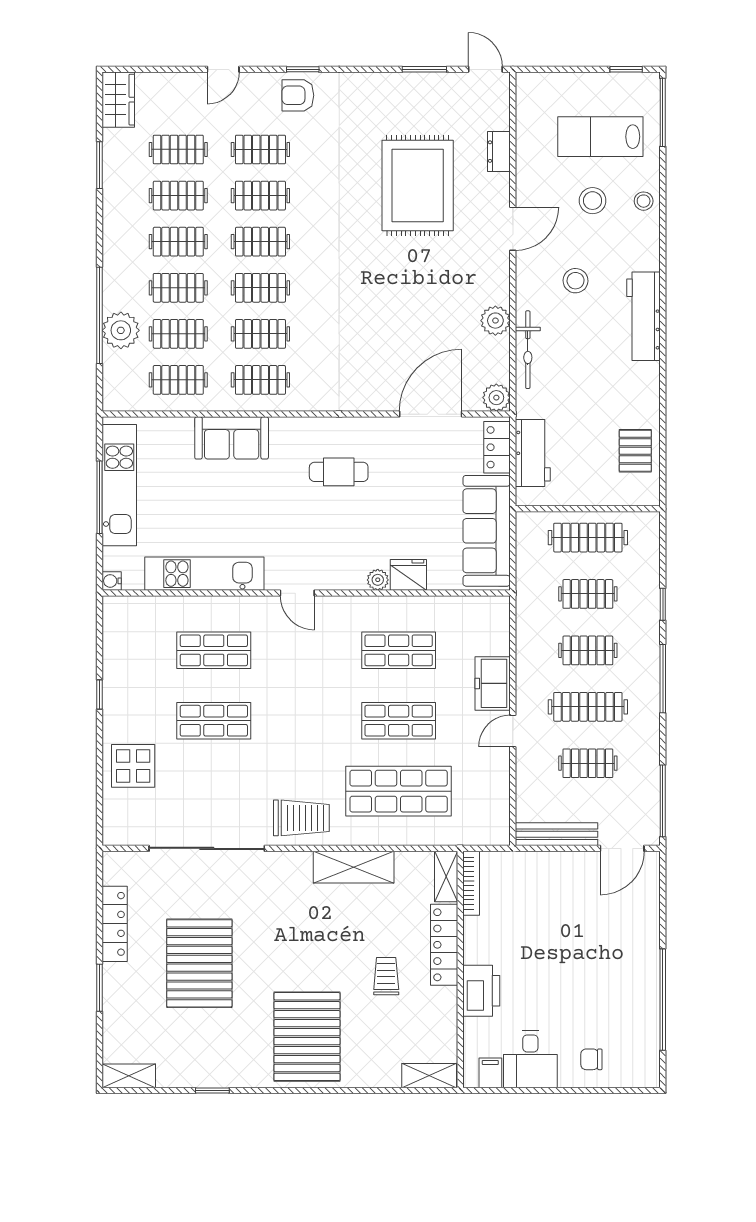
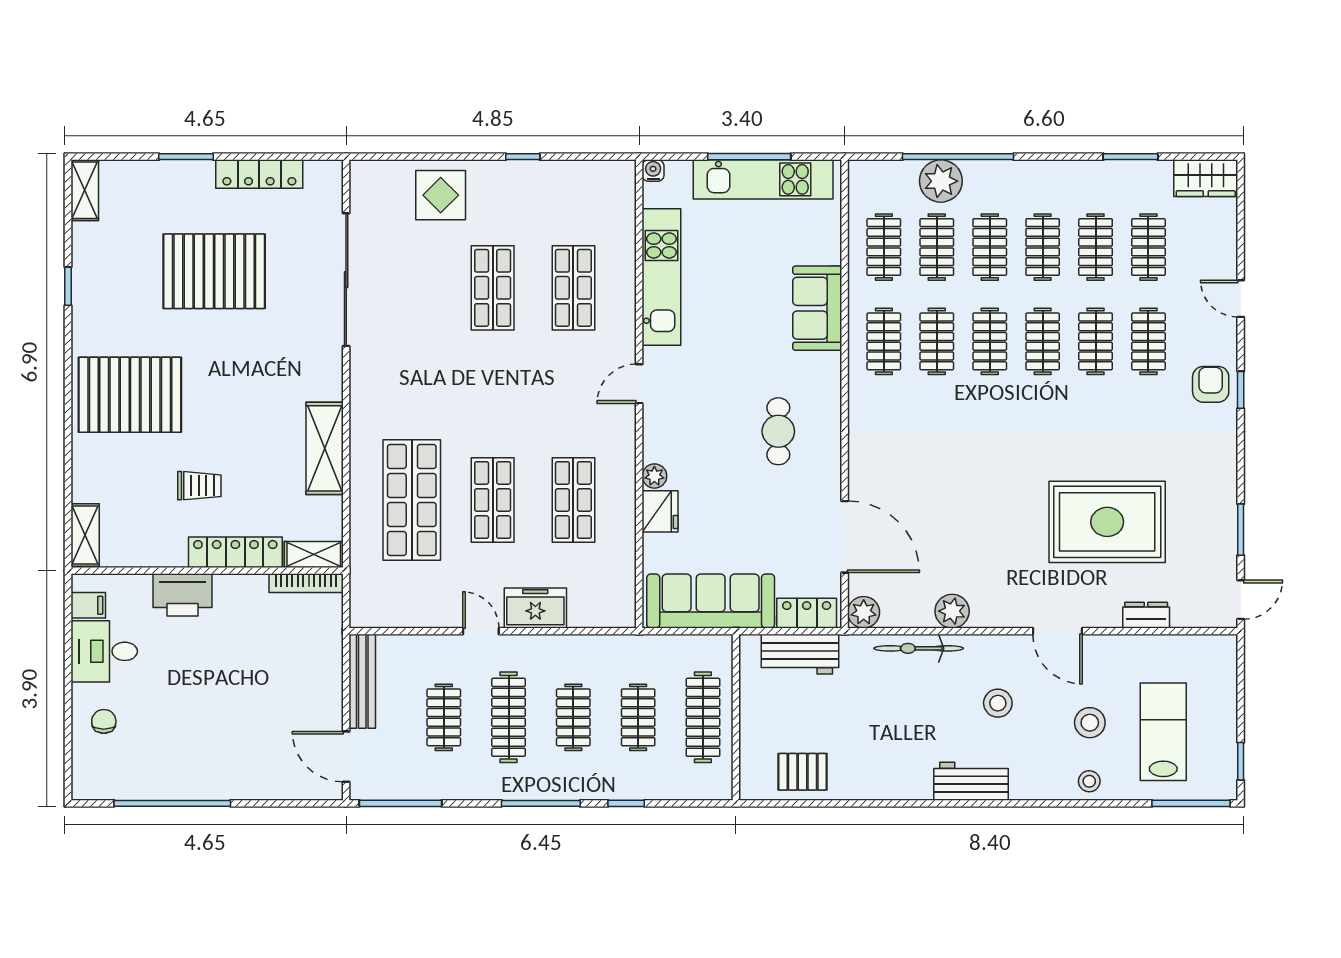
workbench: (644, 316) -> (971, 781), width x0.73
trolley: (301, 818) -> (381, 388), removed

